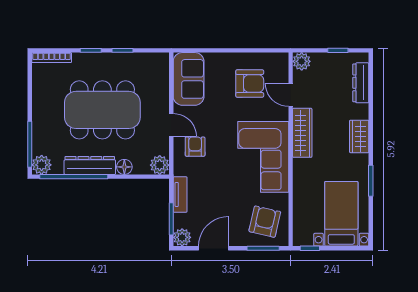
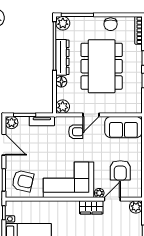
chair: (43, 97) -> (111, 24), added
plant: (282, 113) -> (99, 193), added
wardrobe: (302, 133) -> (91, 207), width x0.67

